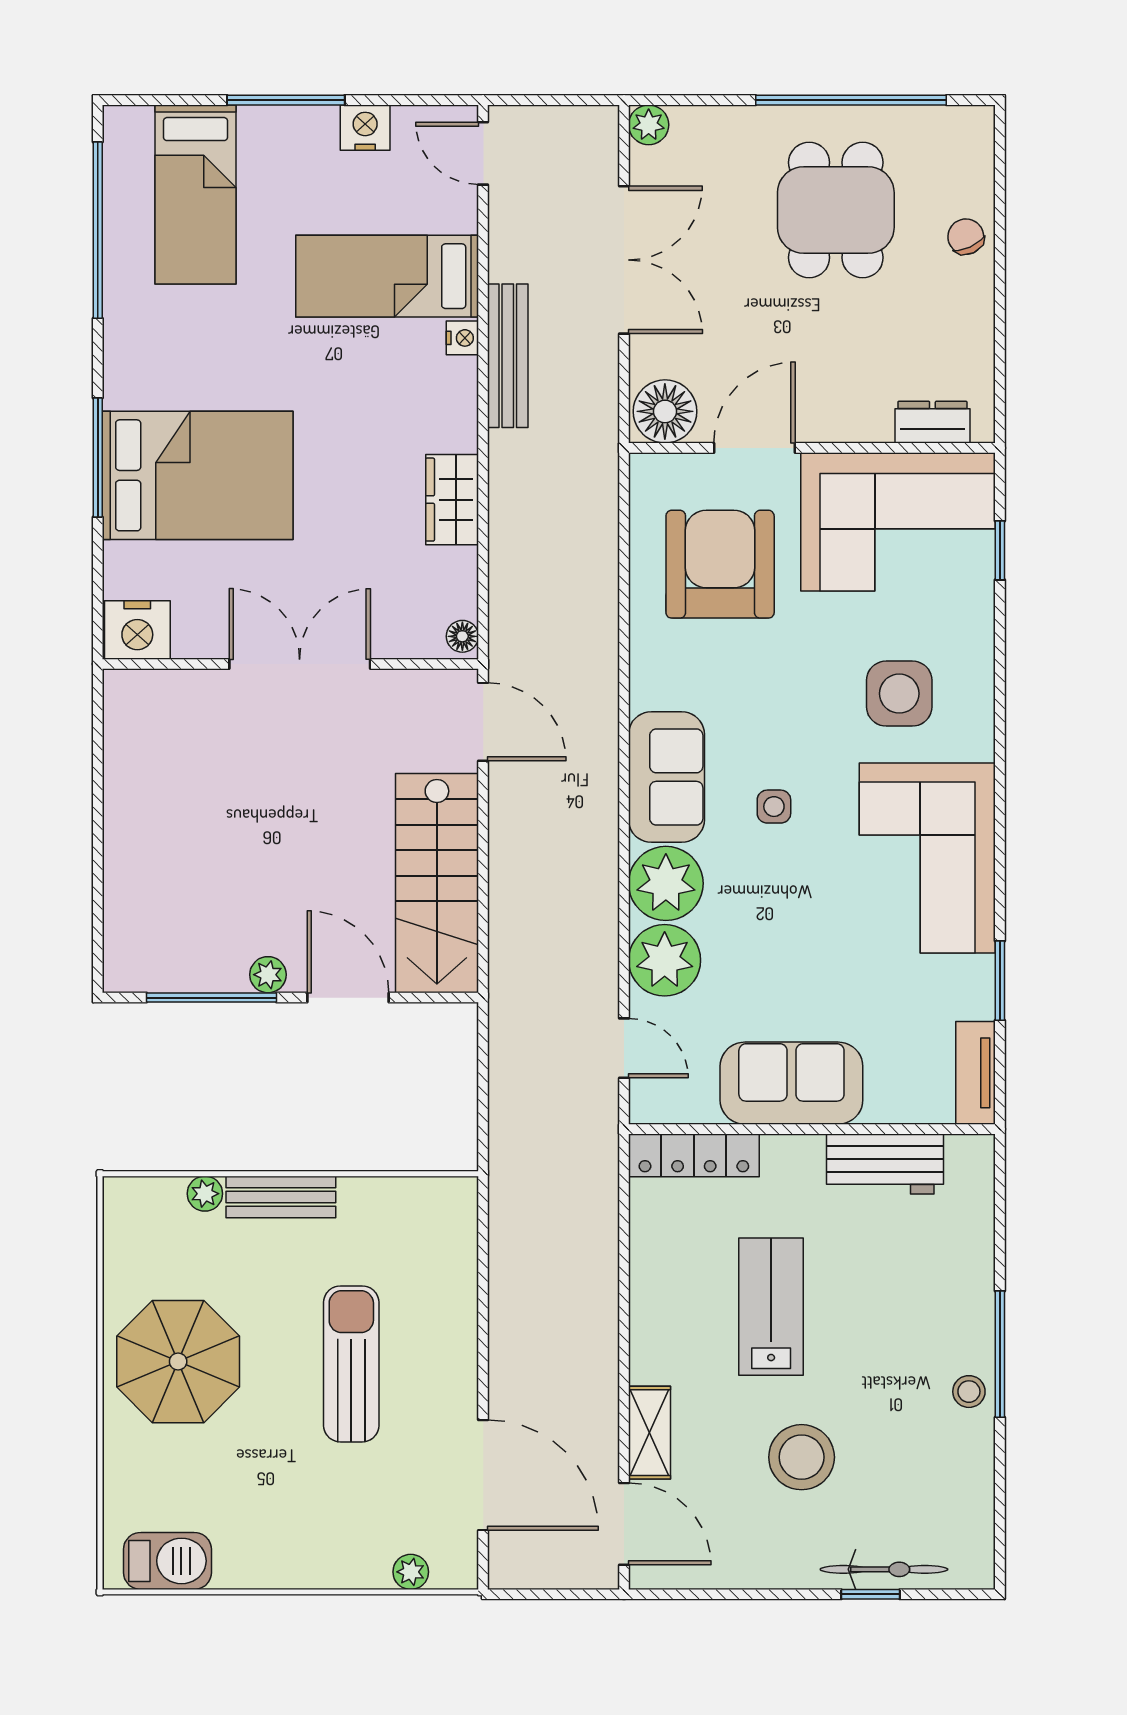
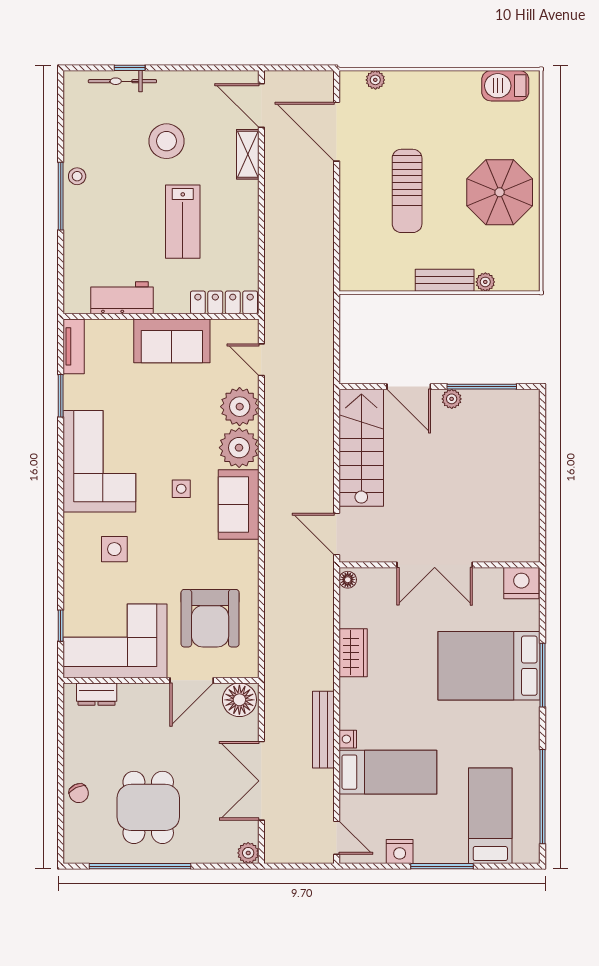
side table: (899, 694) -> (114, 549), width x0.73, depth x0.73

